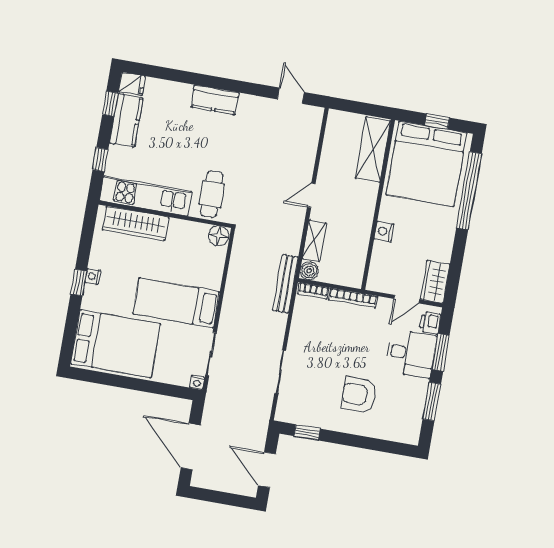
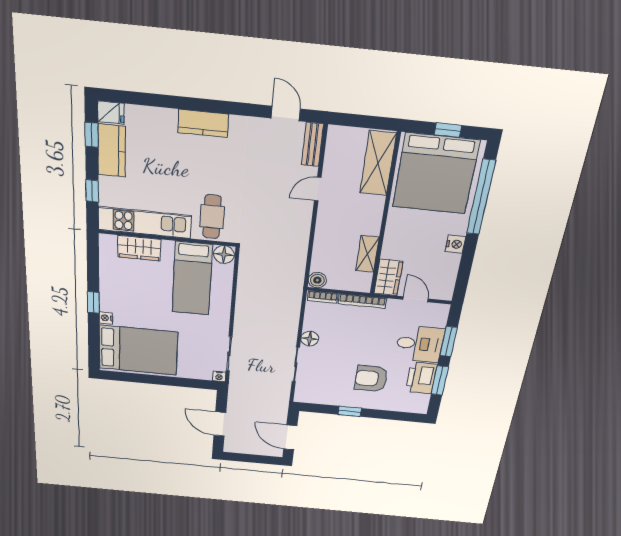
door: (311, 195) -> (318, 189), moved
wardrobe: (136, 224) -> (139, 248), width x0.67
nightstand: (384, 231) -> (455, 244), moved, turned 180
shelving: (314, 241) -> (367, 254), moved
nightstand: (93, 276) -> (106, 318), moved
wardrobe: (435, 282) -> (388, 277), moved, turned 180
bench: (286, 284) -> (312, 144), moved, width x0.73
door: (407, 299) -> (415, 299), swing flipped
bed: (176, 303) -> (192, 279), moved, turned -90
printer: (430, 323) -> (421, 378), moved, width x1.87, depth x1.48
floor lamp: (297, 340) -> (310, 339), added
window: (307, 432) -> (350, 411), moved
door: (191, 446) -> (220, 424), width x0.73

